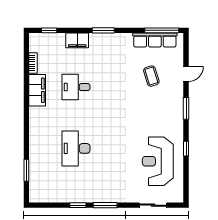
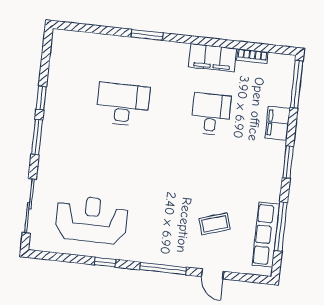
window: (49, 30) -> (296, 84), width x2.17
window: (162, 30) -> (281, 227), moved
window: (186, 108) -> (163, 268), width x1.44
window: (26, 170) -> (147, 35), moved
sliding door: (153, 205) -> (29, 206), width x1.37

